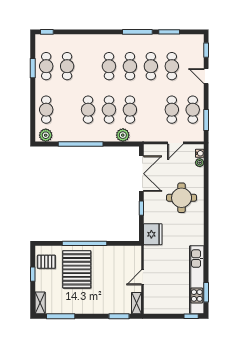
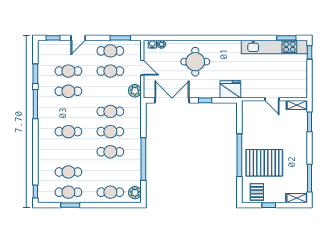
cafe table: (130, 66) -> (68, 111), removed
plant: (123, 135) -> (135, 91), moved

